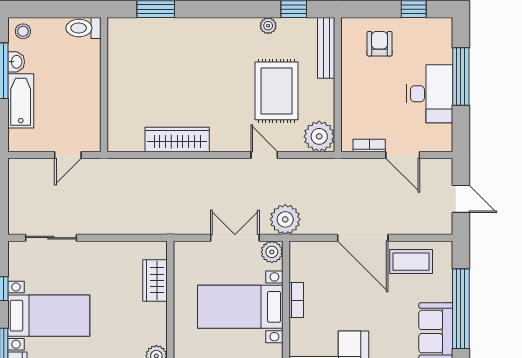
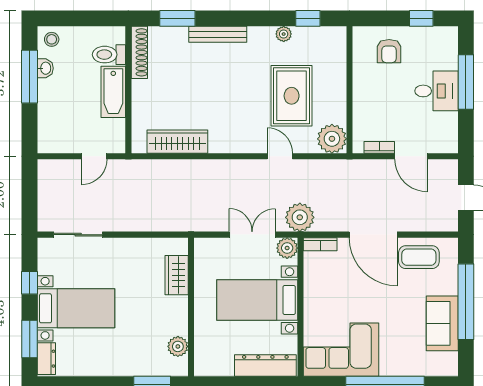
toilet: (83, 28) -> (109, 55), moved
armchair: (380, 44) -> (389, 51), turned 180
shoe rack: (116, 45) -> (139, 52), added
bench: (326, 48) -> (218, 34), moved, turned 90
desk: (430, 94) -> (437, 91), width x0.73
bathtub: (21, 101) -> (113, 92), moved, turned 180
wardrobe: (177, 139) -> (177, 142), moved
bookcase: (296, 300) -> (320, 244), moved, turned 90

